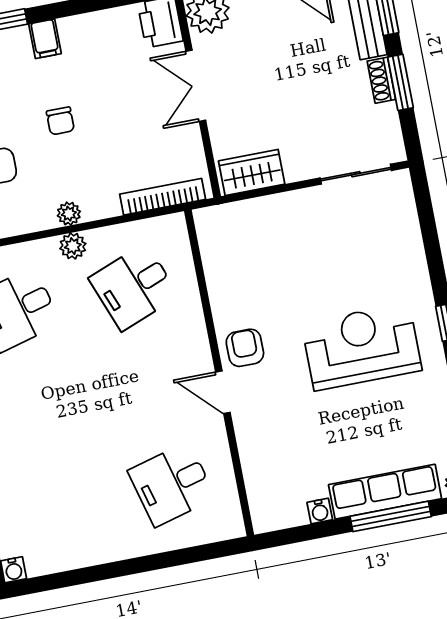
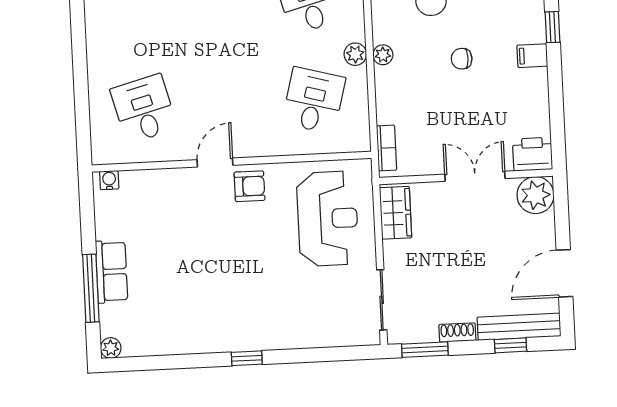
window: (400, 82) -> (425, 350), moved
bookcase: (163, 197) -> (387, 148), width x0.64
desk: (134, 287) -> (314, 100), turned 36
reception desk: (362, 347) -> (328, 219), moved
row of seats: (385, 492) -> (112, 272), width x0.68
water cooler: (320, 511) -> (109, 180), moved, turned 90

